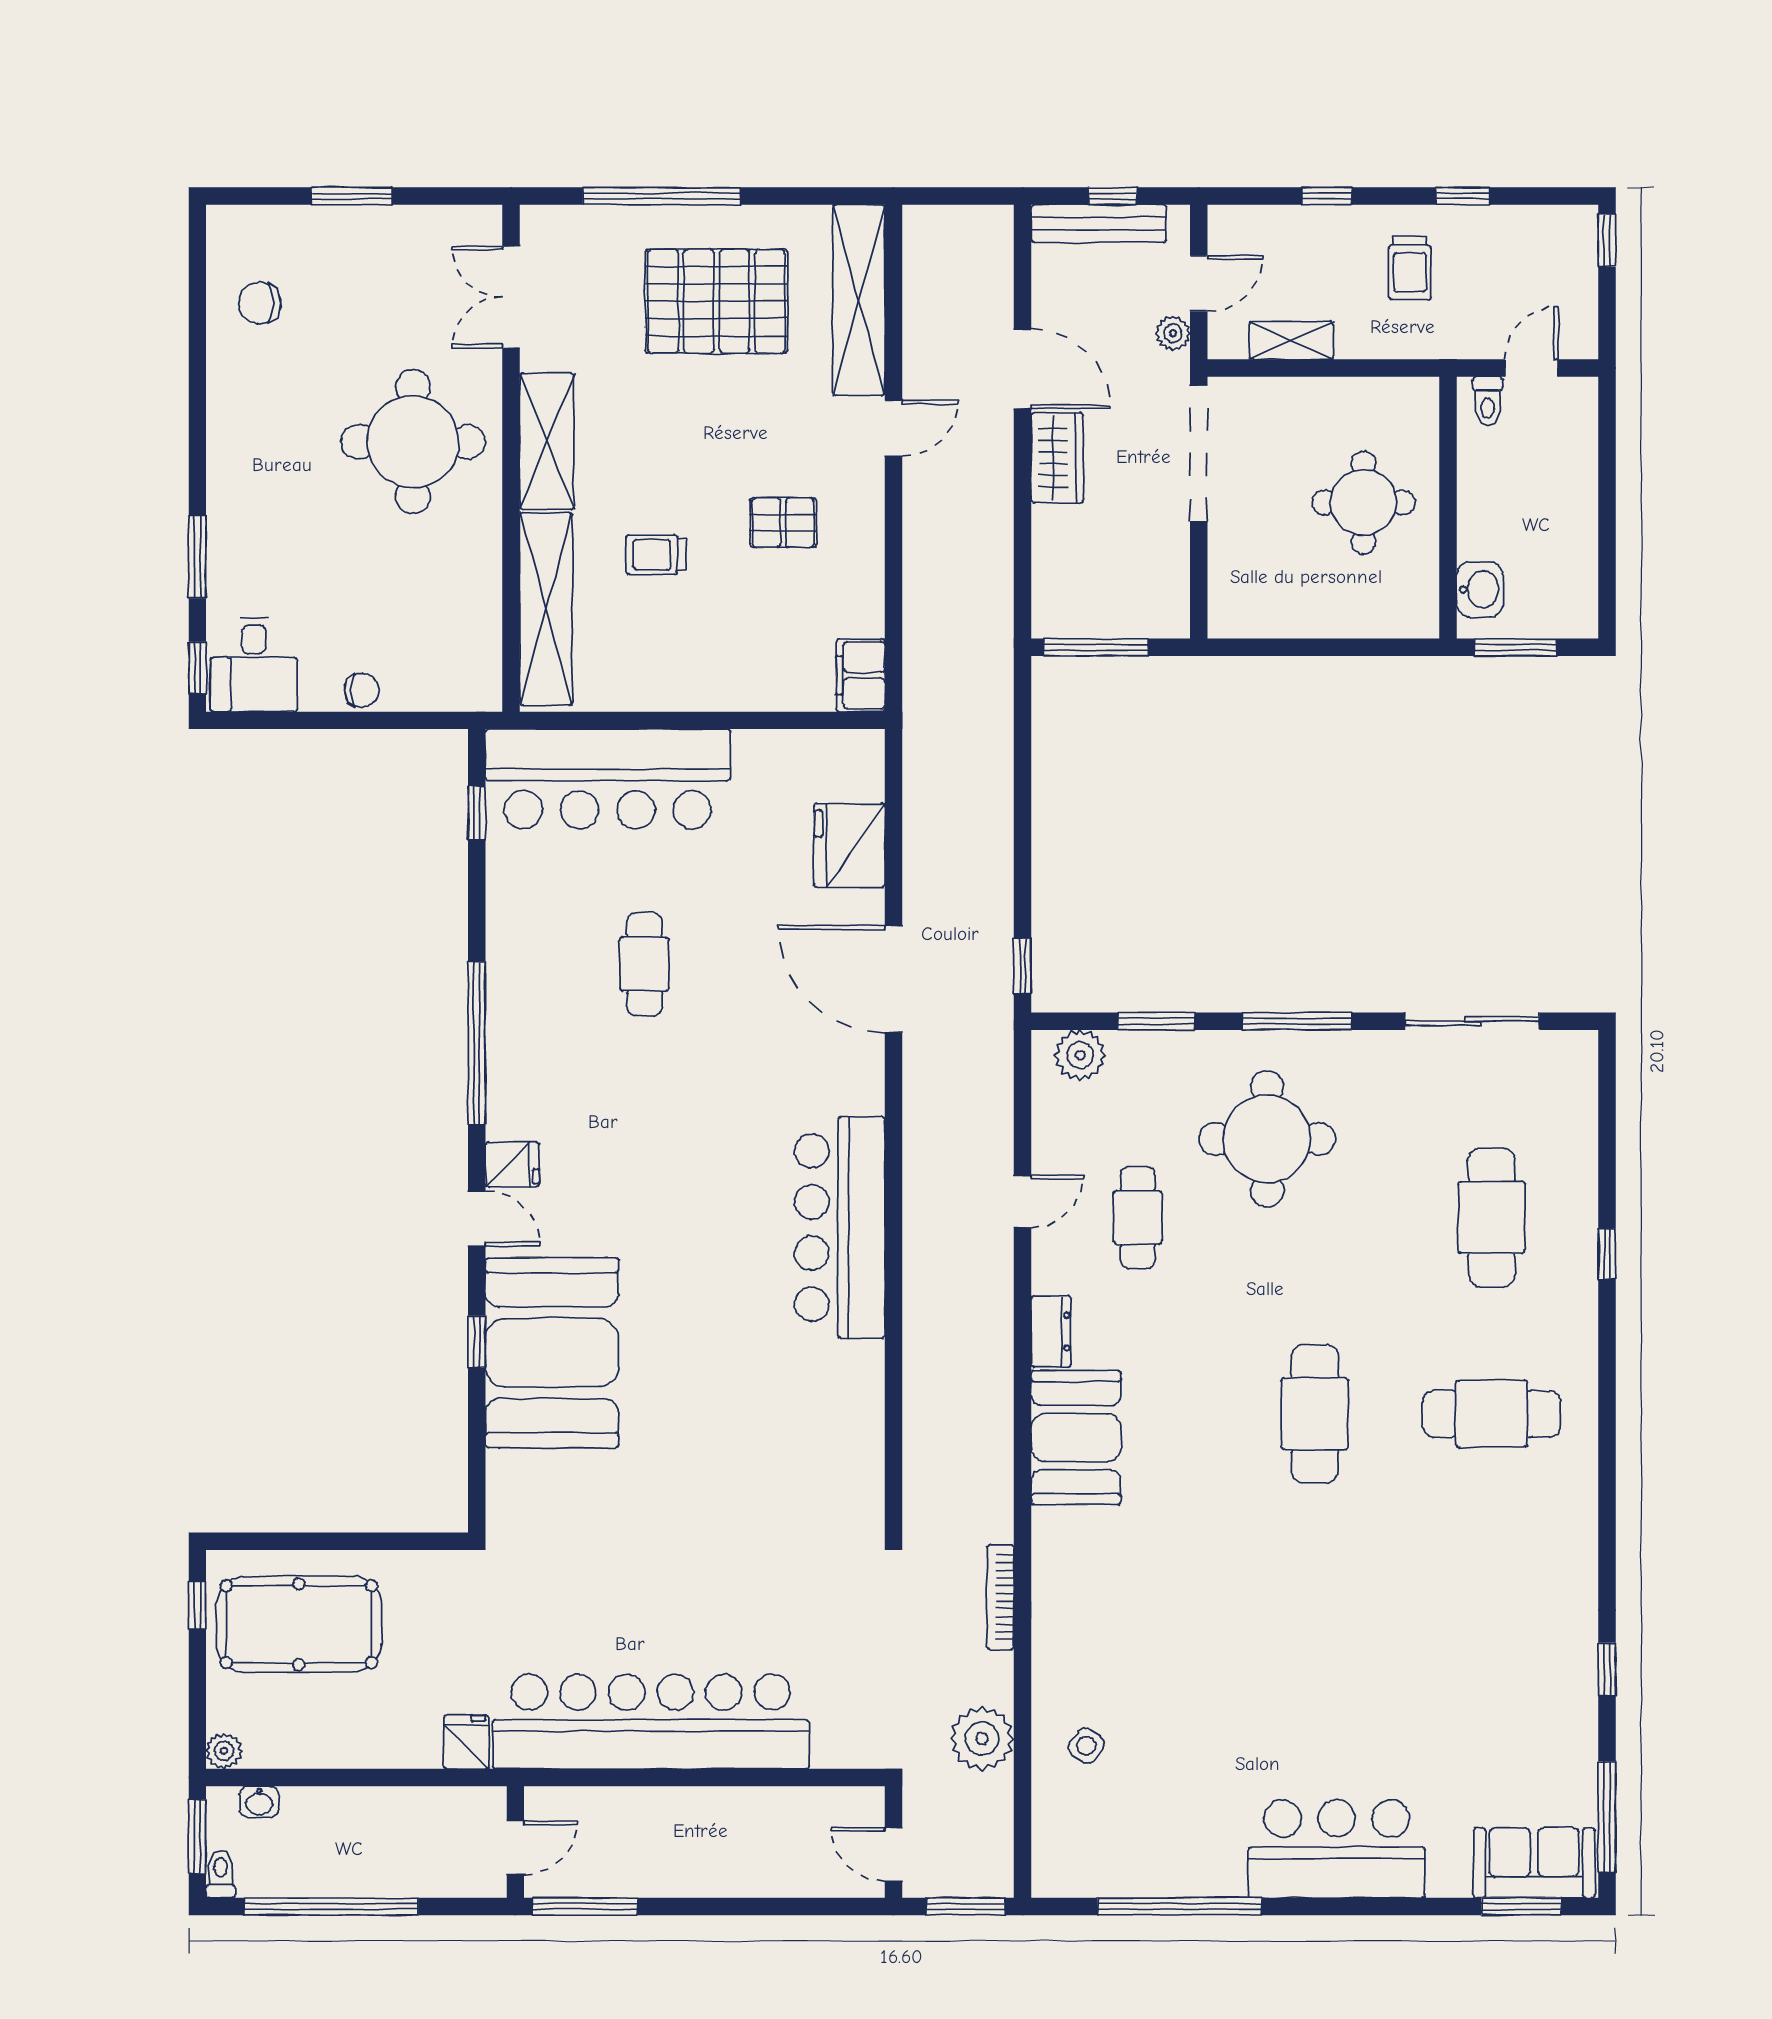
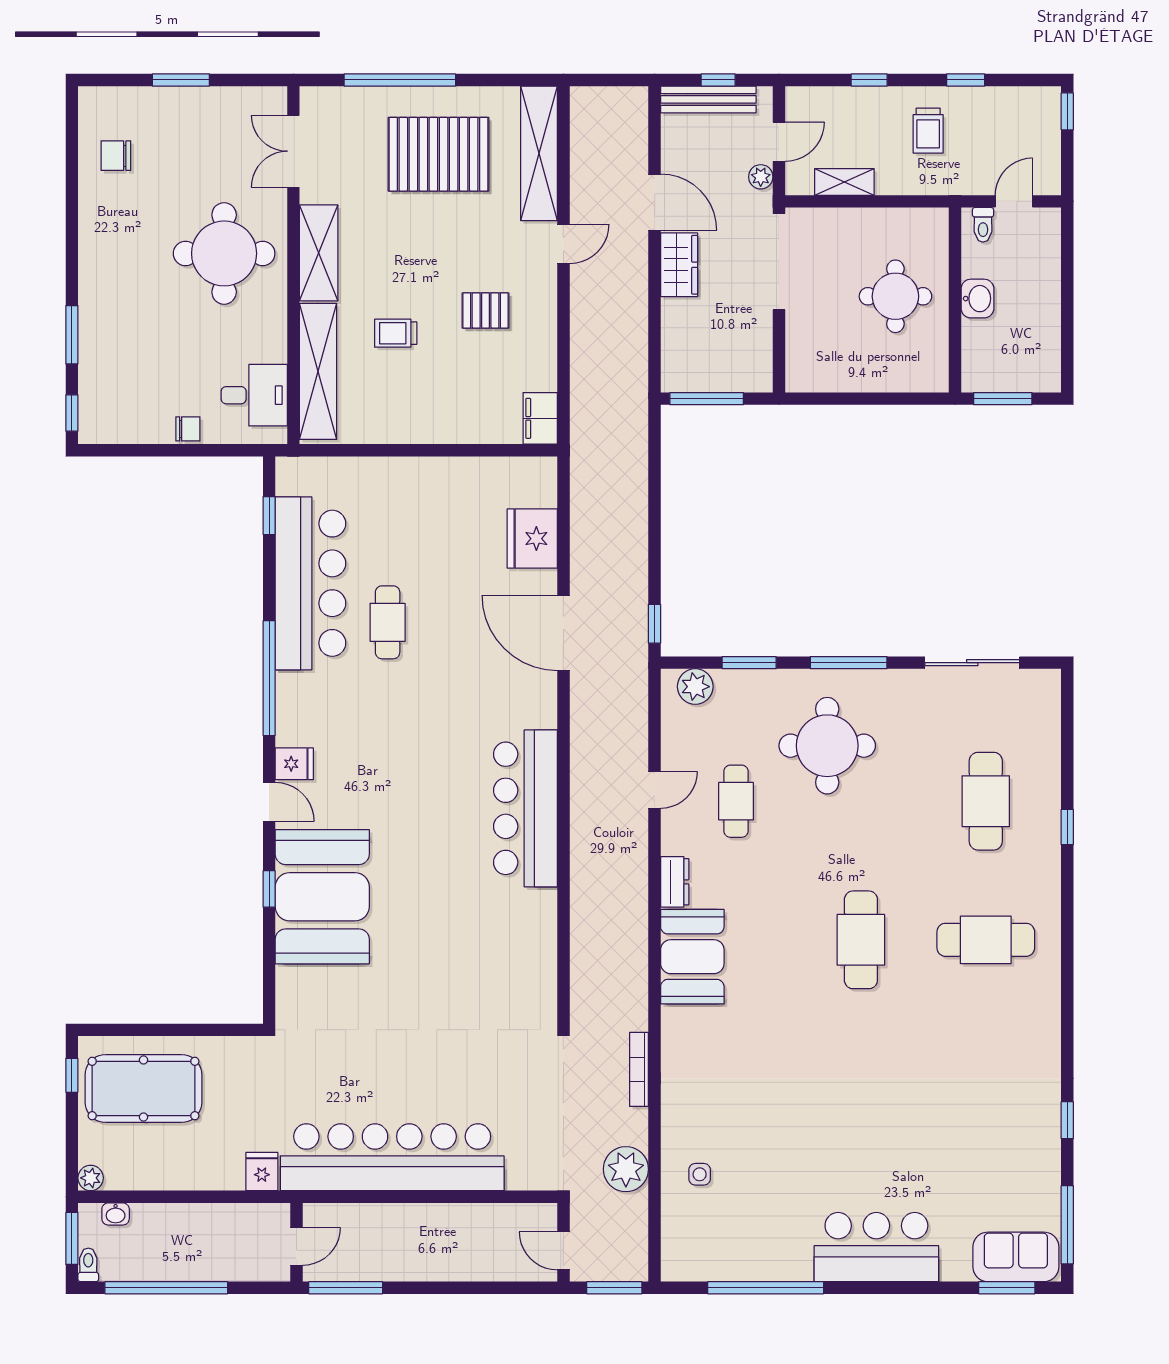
washbasin: (1480, 589) -> (977, 299), moved
desk: (254, 665) -> (254, 395), moved, turned -90
bar counter: (608, 779) -> (310, 583), moved, turned -90
side table: (1086, 1746) -> (700, 1174), turned -35

